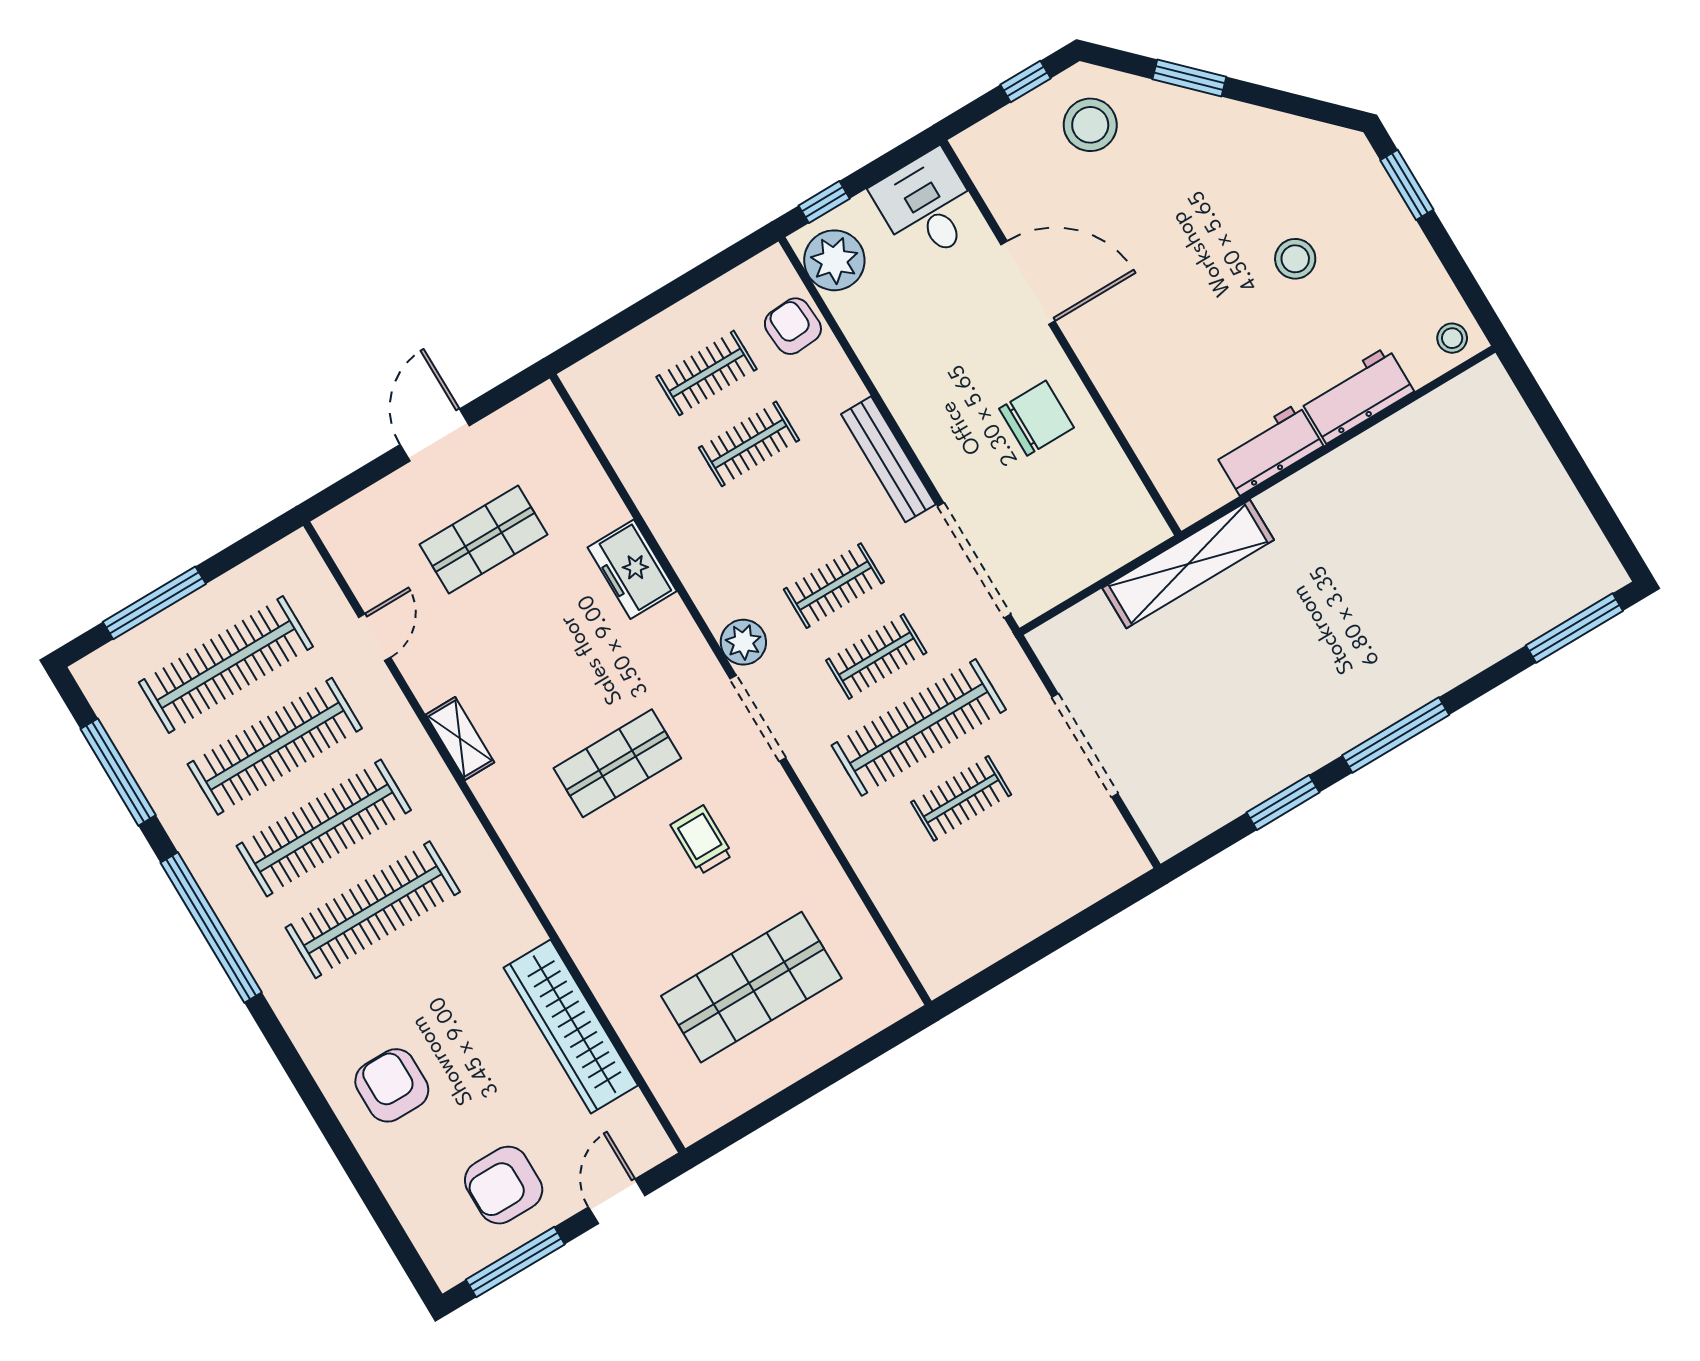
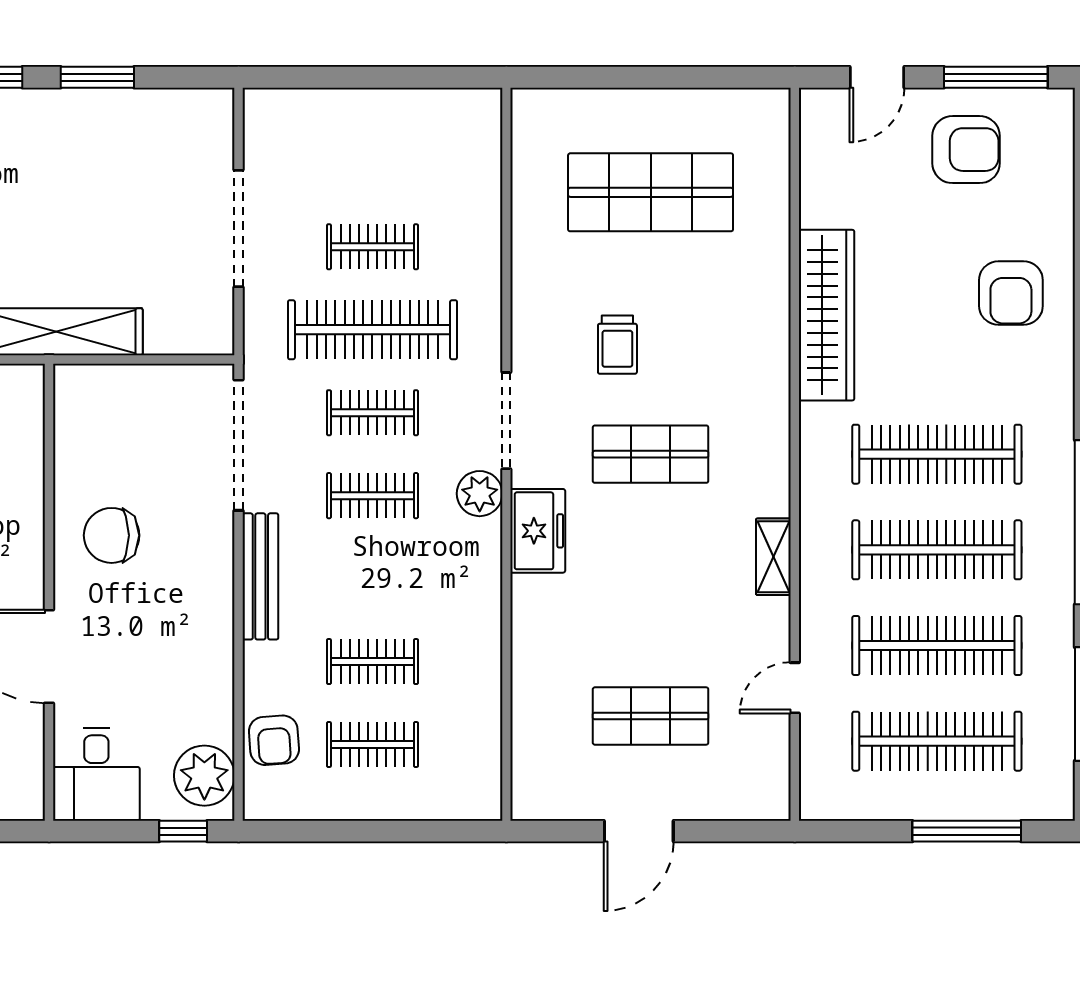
freezer: (632, 569) -> (538, 531), moved
wardrobe: (571, 1027) -> (827, 315), moved

